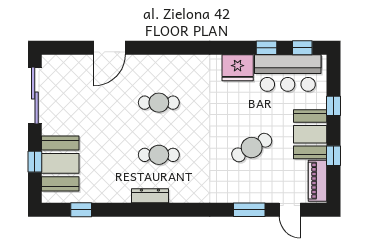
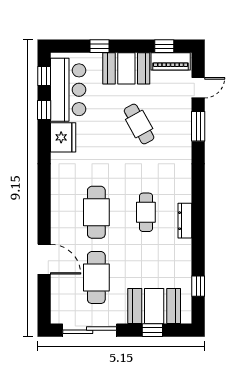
cafe table: (90, 103) -> (96, 278), added
cafe table: (159, 103) -> (96, 212), width x1.37, depth x1.35
window: (334, 156) -> (164, 46), moved

